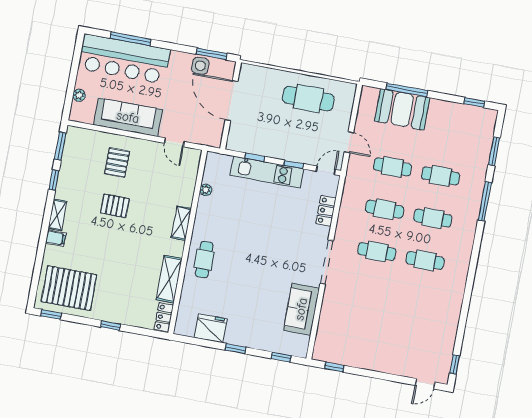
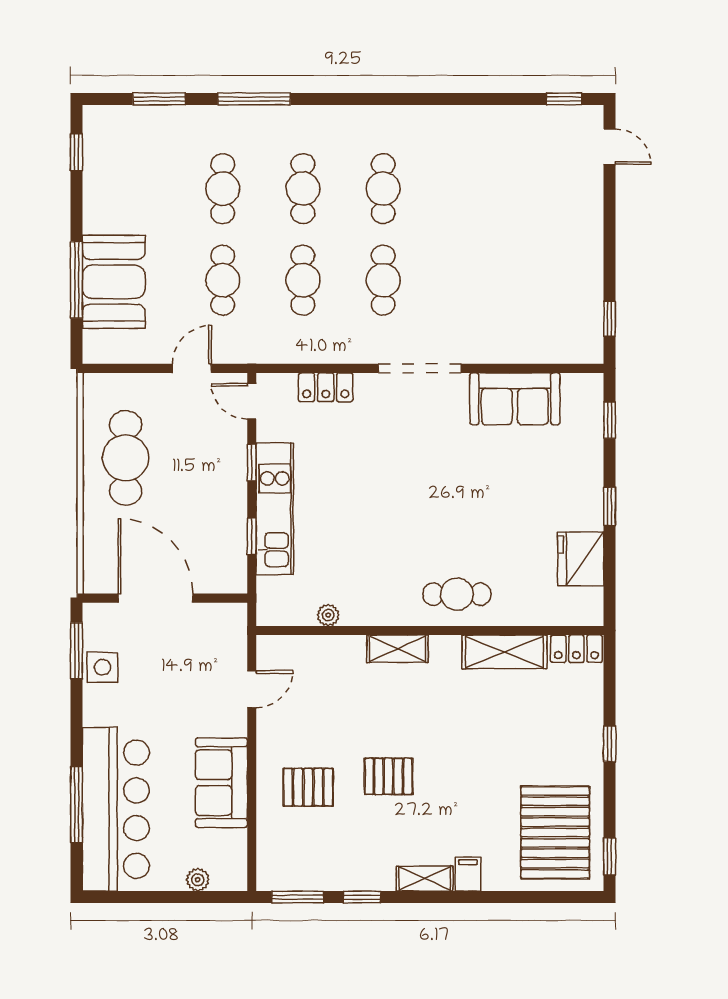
door: (231, 101) -> (156, 598), swing flipped
sofa: (128, 117) -> (221, 783), width x0.73
pallet: (115, 206) -> (389, 776), turned 90

